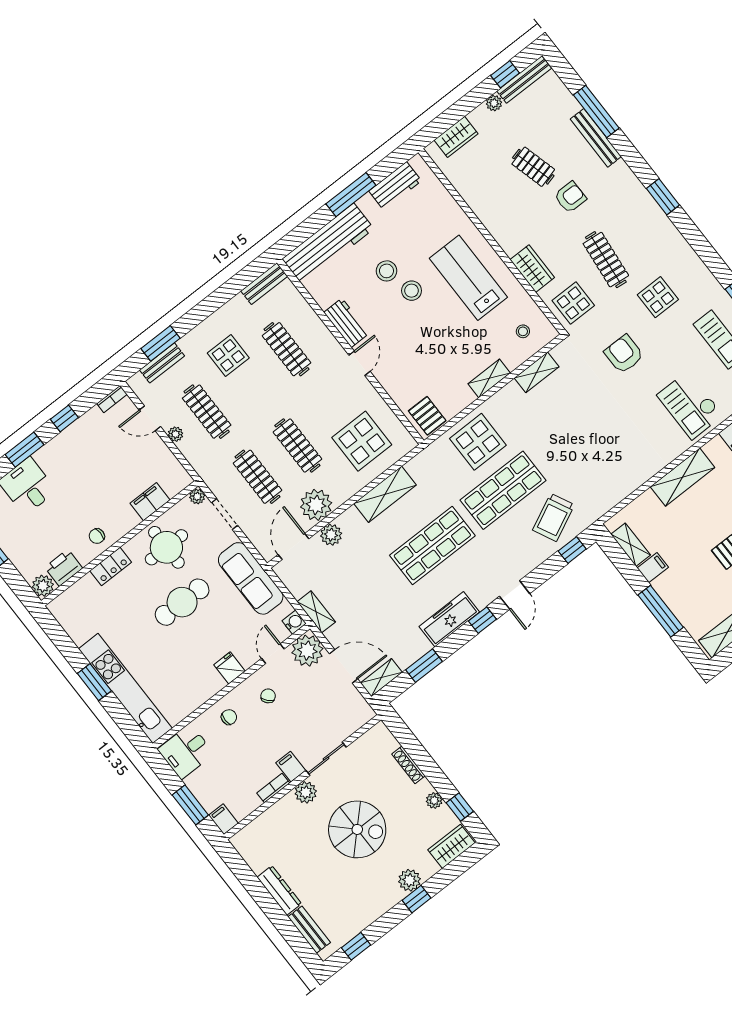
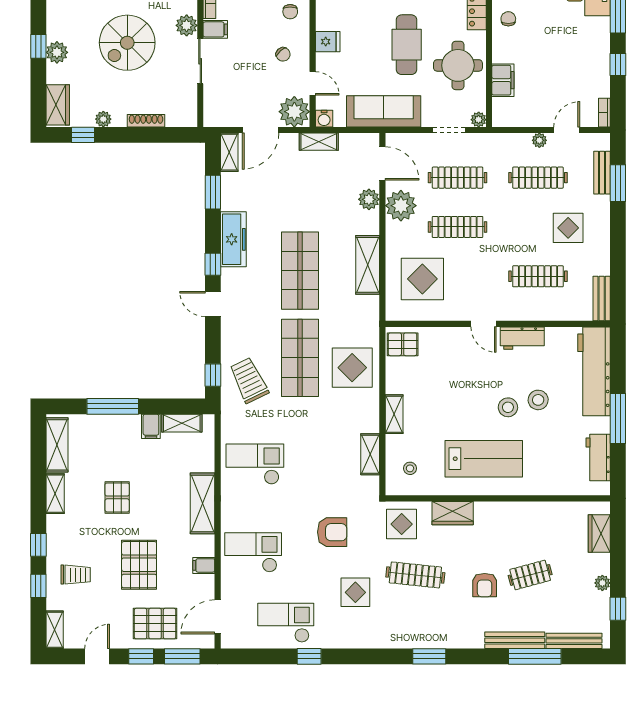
bench: (524, 80) -> (574, 641), moved, turned 90
checkout: (618, 460) -> (255, 464), added

